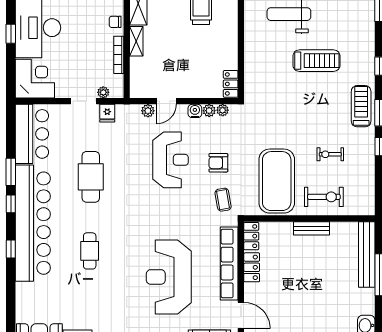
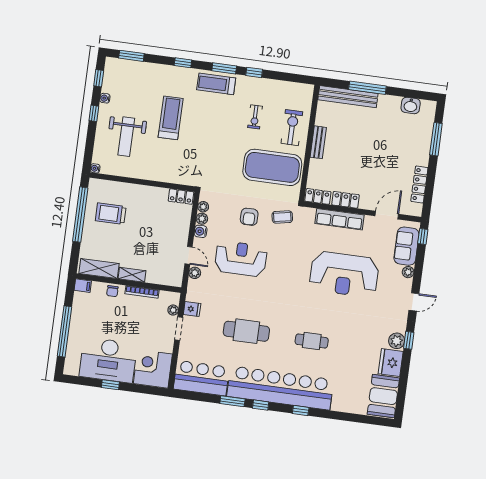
row of seats: (229, 264) -> (339, 219), width x0.73

